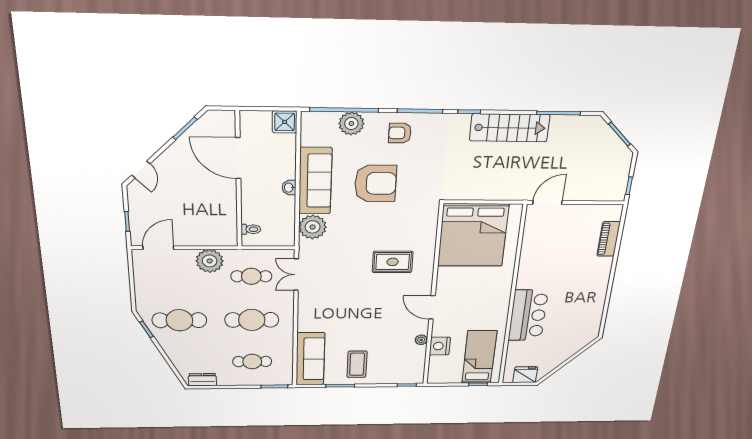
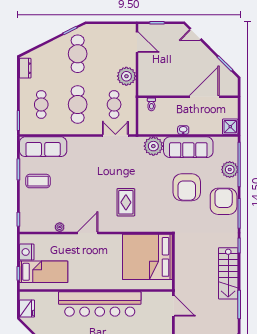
armchair: (400, 133) -> (224, 201), width x1.88, depth x1.88
bar counter: (528, 315) -> (100, 304), width x1.86
nightstand: (440, 346) -> (27, 252), moved, turned -90

